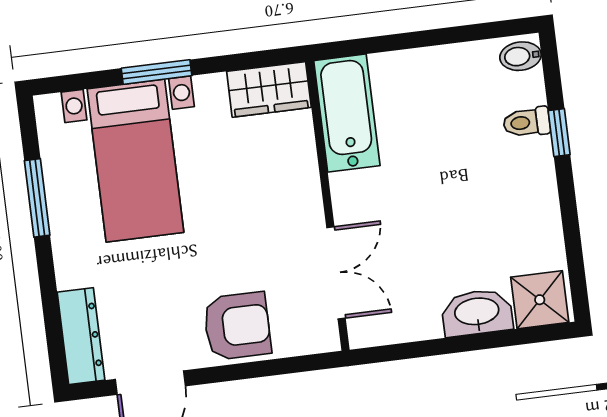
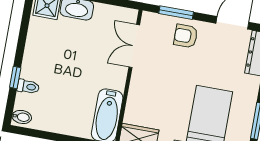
armchair: (237, 326) -> (186, 36), width x0.72, depth x0.72
window: (272, 368) -> (176, 13), added

